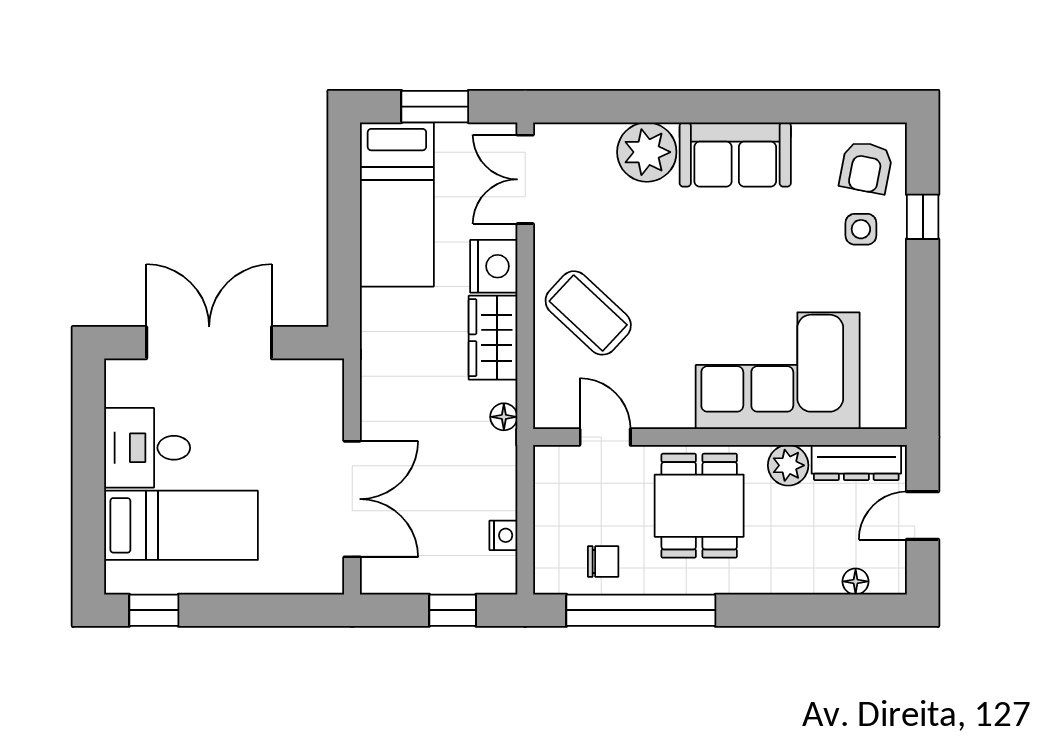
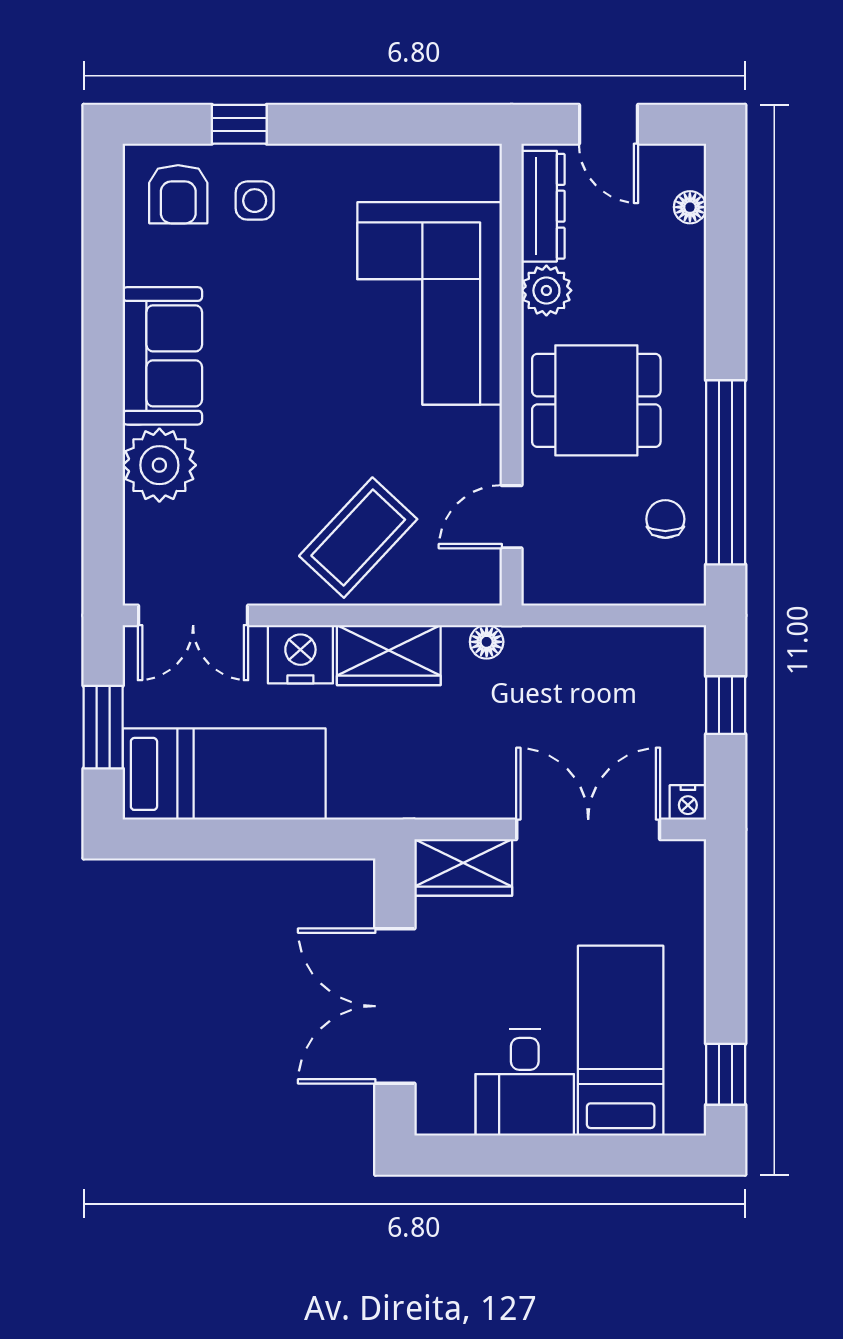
armchair: (866, 167) -> (178, 194), turned 79
wardrobe: (321, 398) -> (463, 867), added
nightstand: (503, 535) -> (688, 802), moved, turned 180

